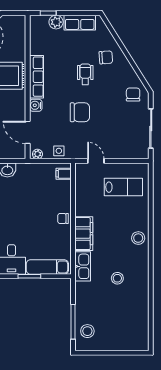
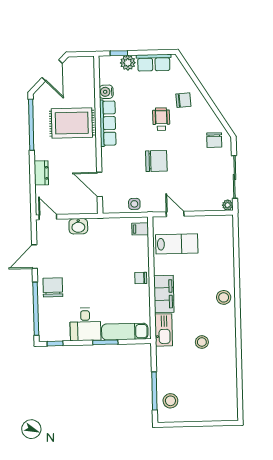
chair: (133, 94) -> (214, 140), turned 180
water cooler: (36, 105) -> (106, 92), moved
plant: (37, 154) -> (228, 205), moved
lab bench: (123, 187) -> (177, 244), moved

